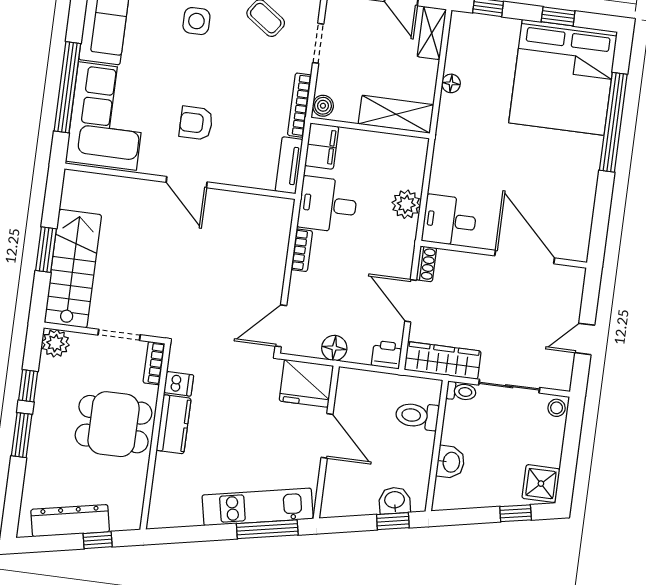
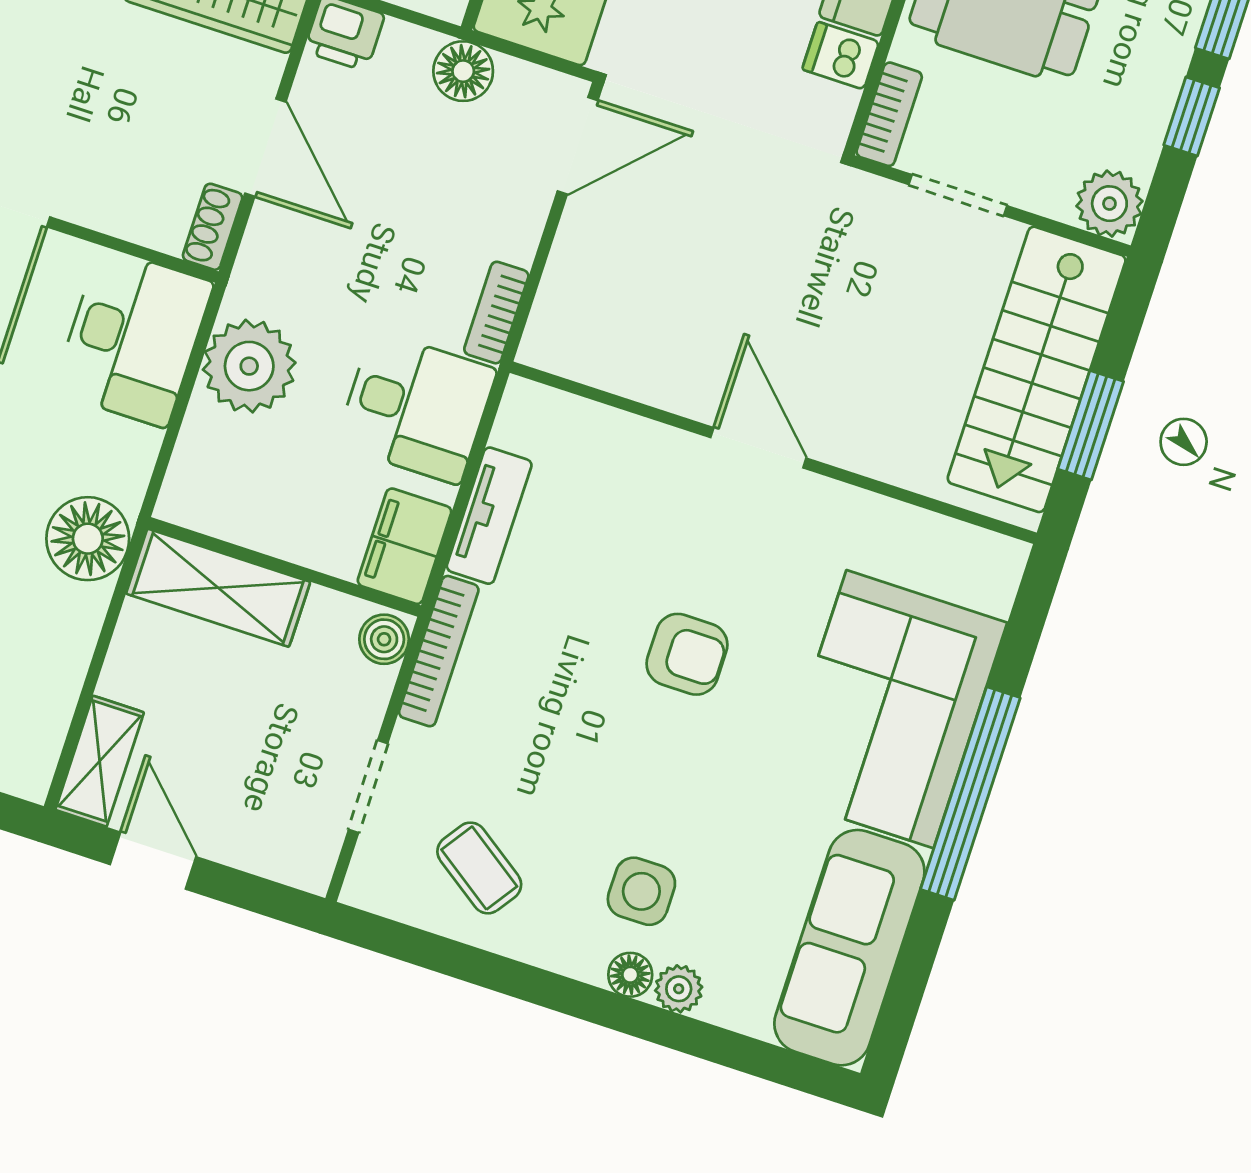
floor lamp: (451, 83) -> (88, 539), moved, width x1.89, depth x1.89
wall: (180, 181) -> (773, 453), moved
door: (187, 182) -> (758, 448), moved
plant: (406, 204) -> (249, 366), width x1.36, depth x1.36
desk: (449, 221) -> (133, 337), width x1.37

